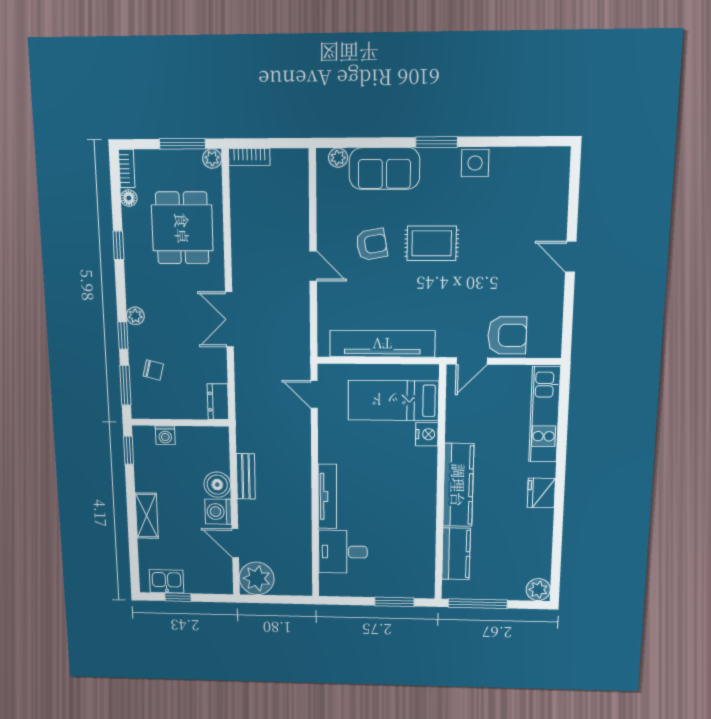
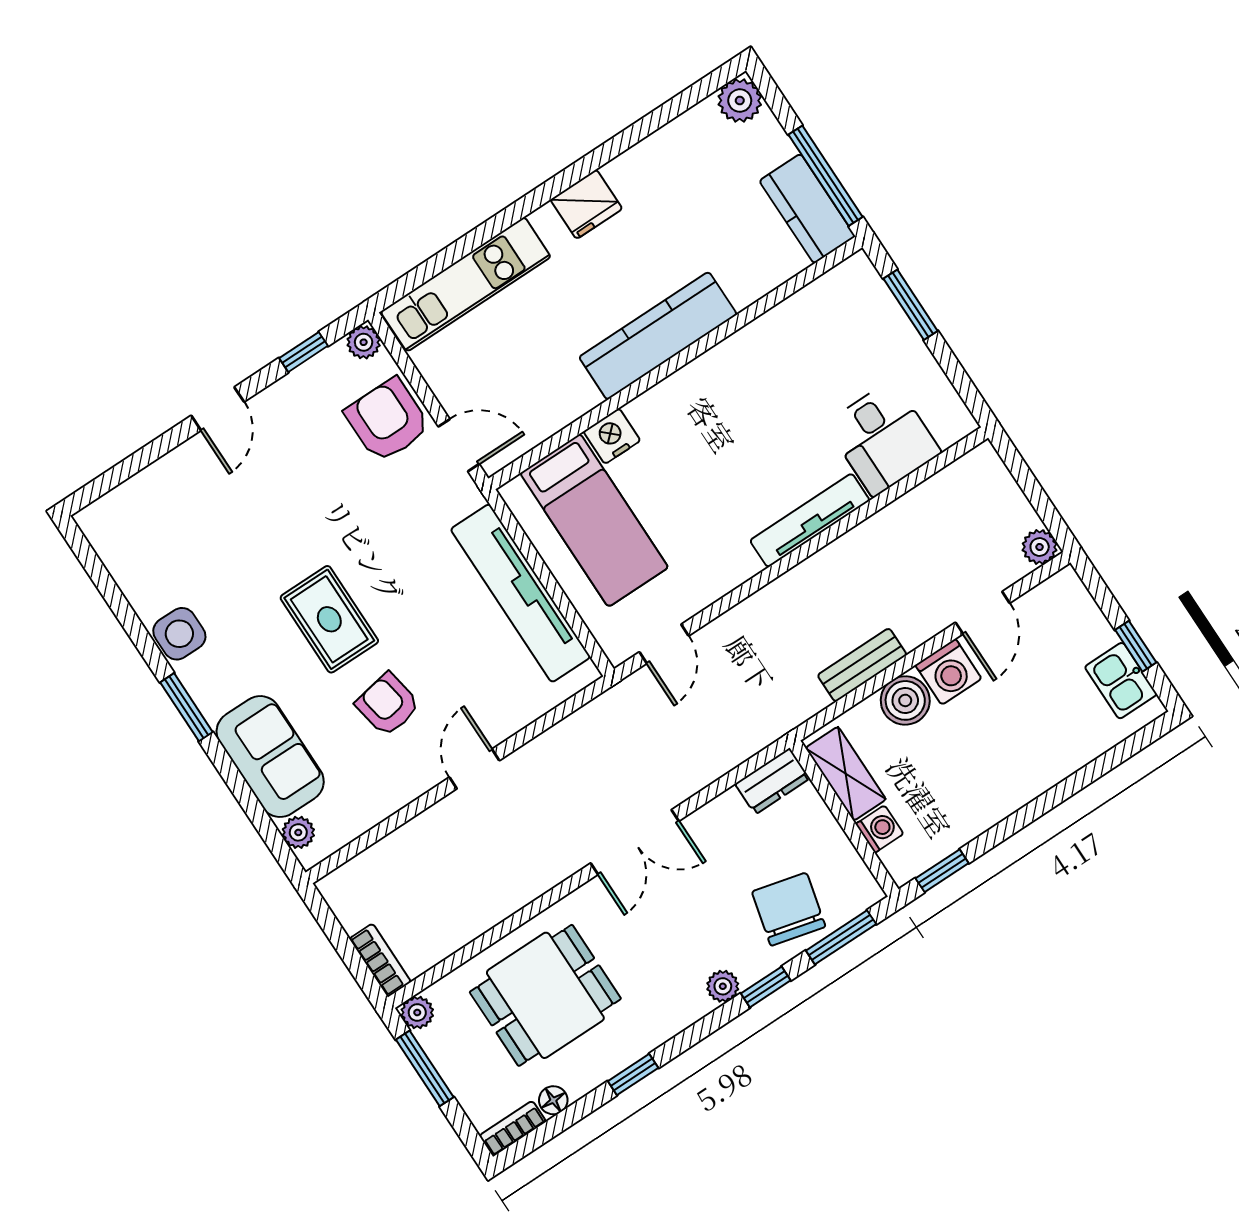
window: (568, 317) -> (303, 352), added
plant: (552, 349) -> (364, 342), added
chair: (153, 370) -> (789, 909), width x1.87, depth x1.87
shelving: (147, 516) -> (846, 774), moved, turned 90
kitchen counter: (456, 554) -> (807, 209), moved, turned -90
plant: (257, 578) -> (1040, 547), width x0.53, depth x0.53

